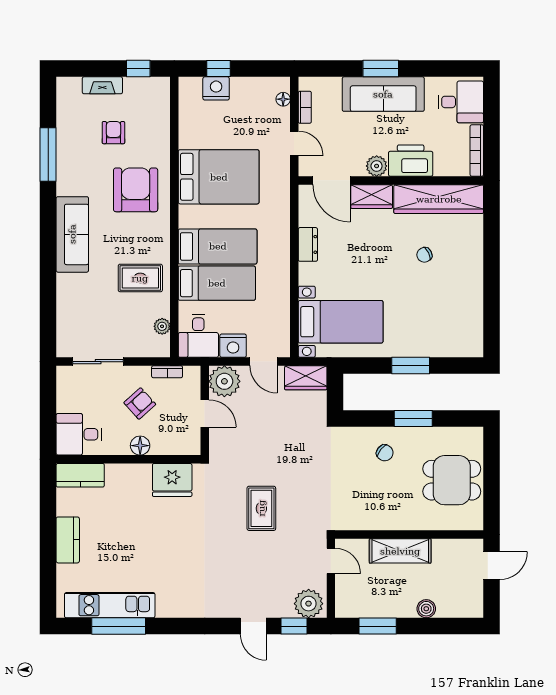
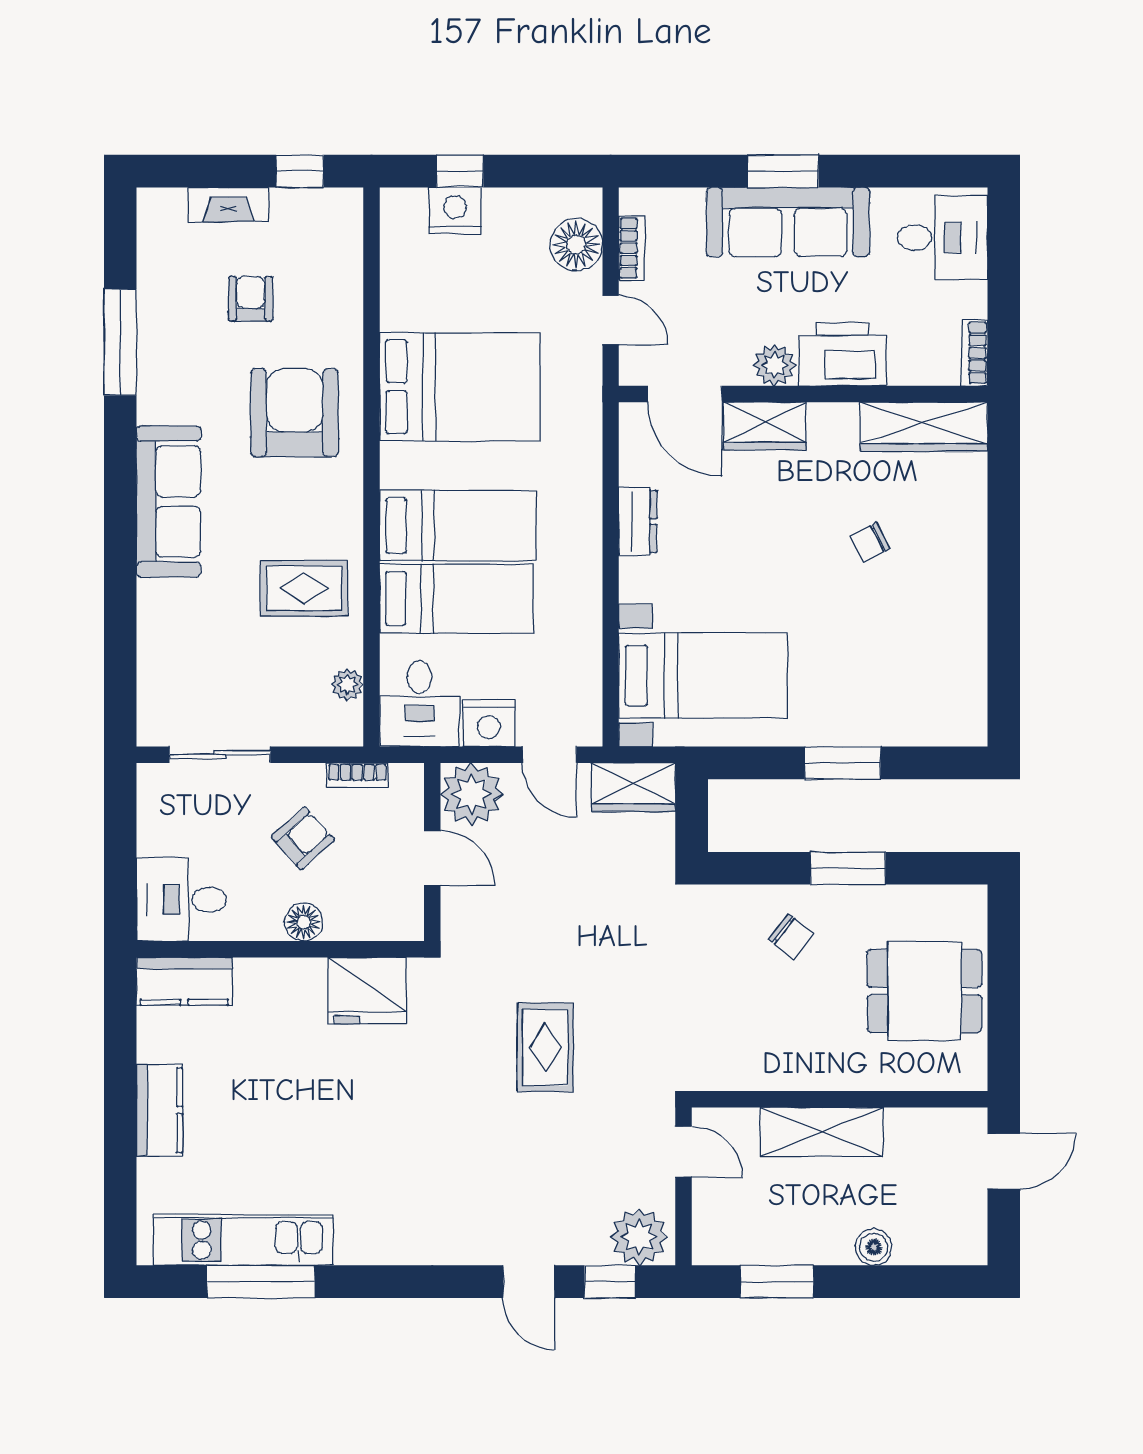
floor lamp: (283, 99) -> (576, 245), width x1.89, depth x1.89
bookcase: (477, 150) -> (974, 353), width x0.64
wardrobe: (439, 199) -> (924, 427), width x0.71, depth x0.85

